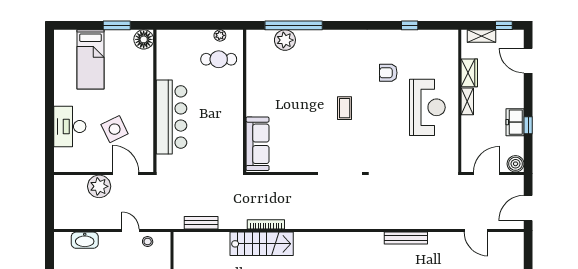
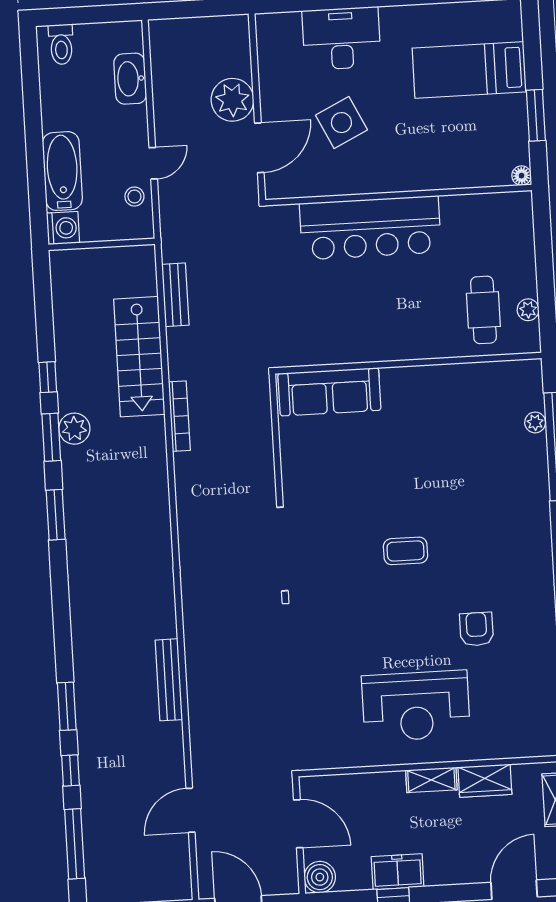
floor lamp: (144, 39) -> (522, 176), width x0.53, depth x0.53
plant: (285, 40) -> (535, 422), width x0.53, depth x0.53
stairs: (262, 244) -> (139, 357), moved

